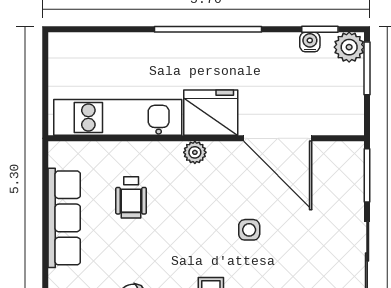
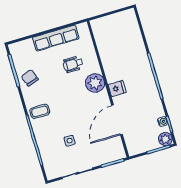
fridge: (211, 113) -> (117, 89), width x0.53, depth x0.75
kitchen unit: (118, 117) -> (106, 48), removed
plant: (195, 152) -> (95, 83), width x1.88, depth x1.88
side table: (249, 230) -> (70, 141), moved

